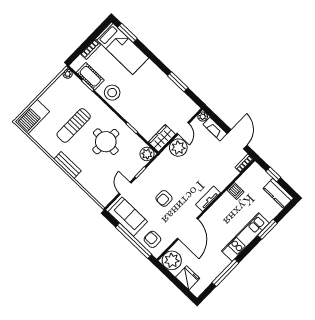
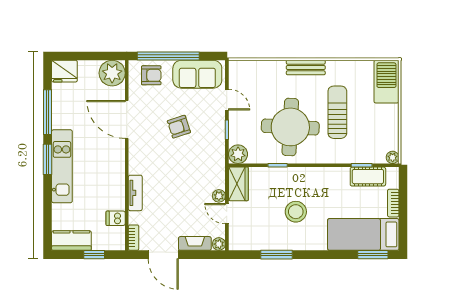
stool: (112, 93) -> (296, 212), moved
round table: (106, 142) -> (290, 127), width x1.36, depth x1.36
plant: (178, 148) -> (219, 196), width x0.53, depth x0.53
dishwasher: (235, 191) -> (116, 218), moved
armchair: (164, 198) -> (179, 127), turned -108
tv unit: (208, 199) -> (135, 193), moved
window: (268, 229) -> (47, 159), moved
fridge: (188, 278) -> (64, 71), moved

